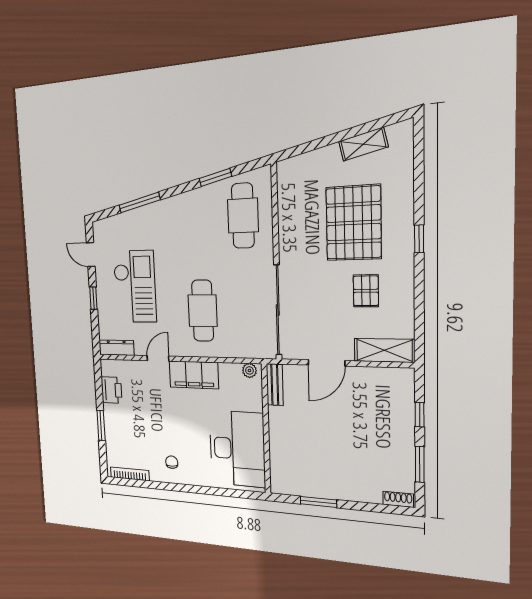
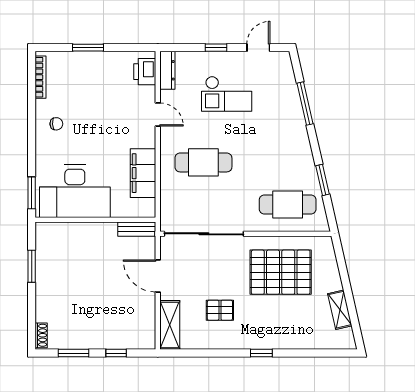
pallet: (353, 223) -> (281, 272), moved
checkout: (135, 287) -> (227, 94), width x0.73, depth x0.83
plant: (249, 370) -> (149, 206), removed
filing cabinet: (194, 375) -> (143, 173), moved
printer: (112, 390) -> (145, 72), moved, turned 90
window: (240, 494) -> (32, 193), added

